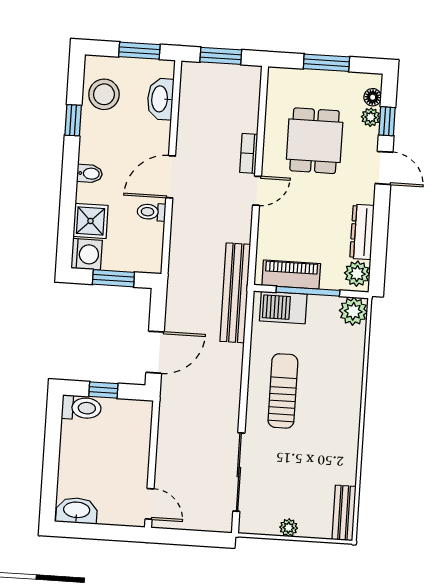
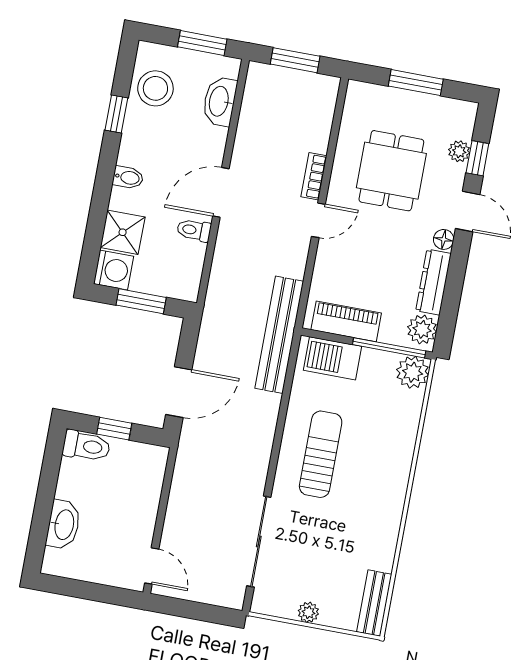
floor lamp: (373, 97) -> (444, 239), moved
window: (308, 291) -> (389, 348), moved
washbasin: (77, 511) -> (63, 525), moved, turned 90

